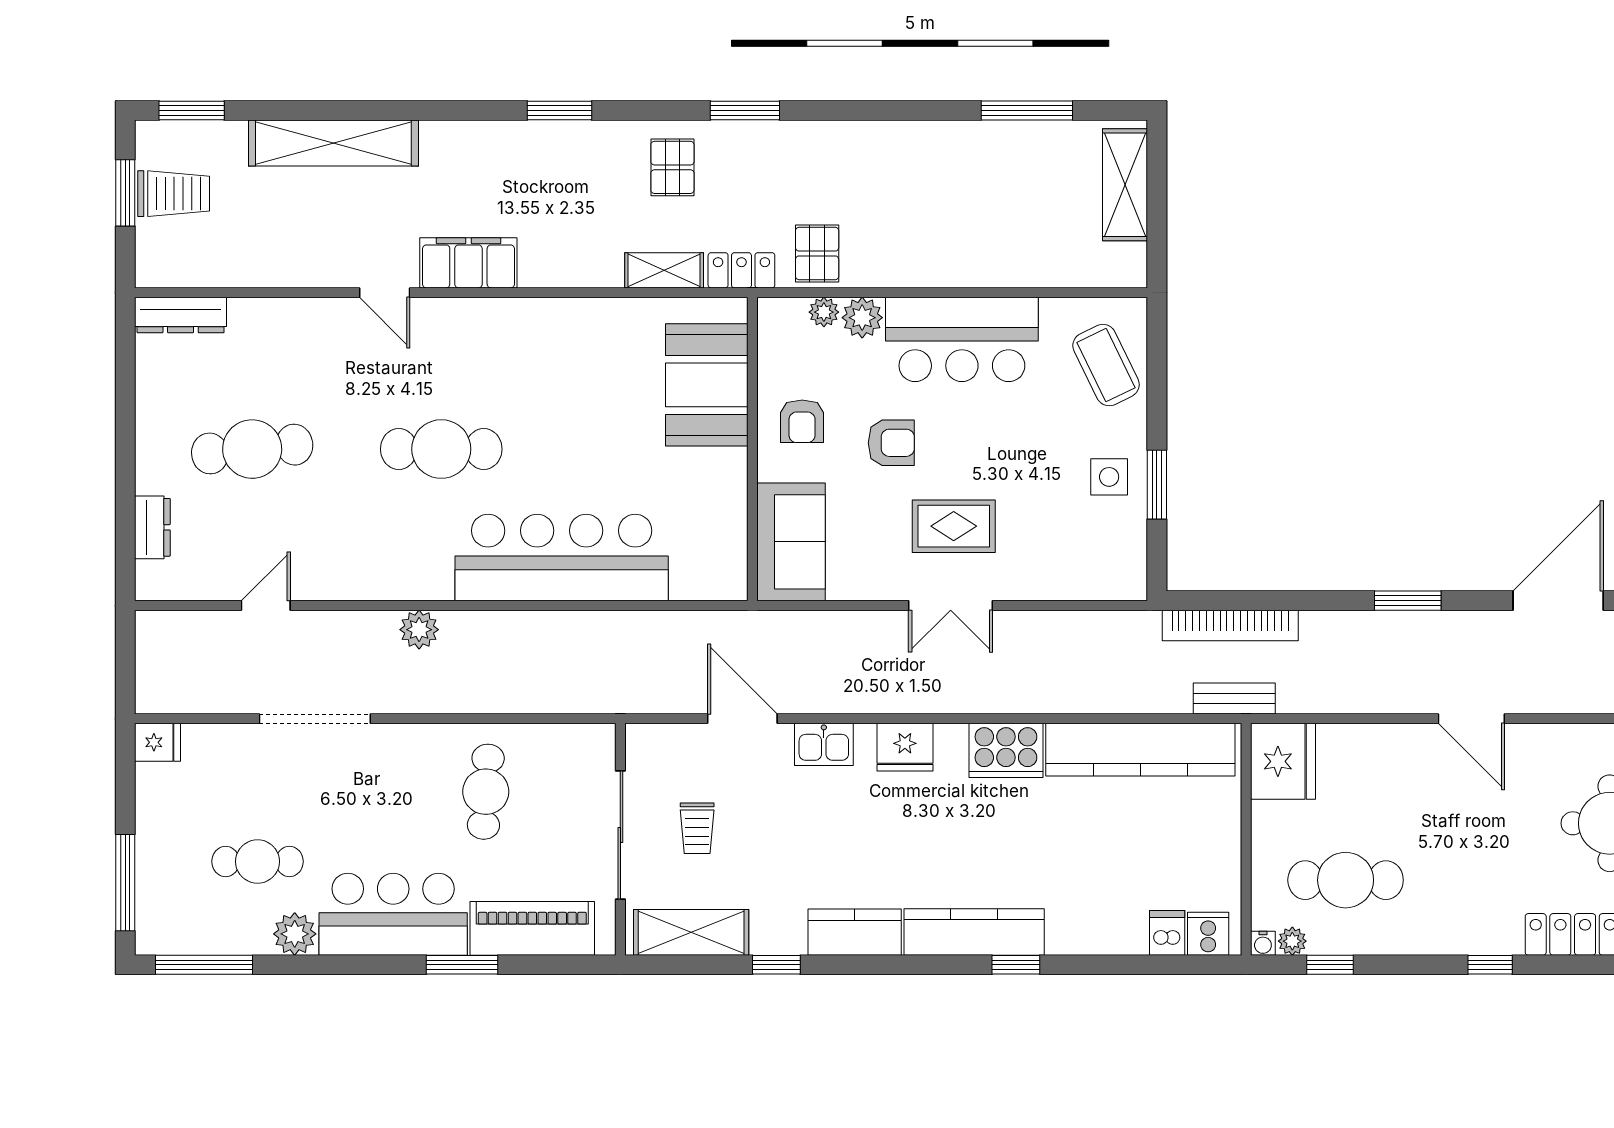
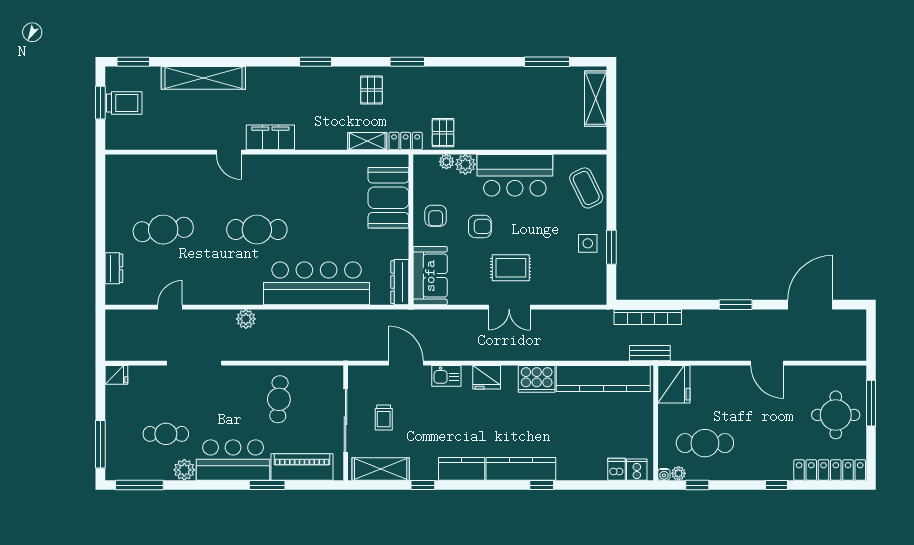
dresser: (181, 315) -> (400, 282), moved, turned 90

